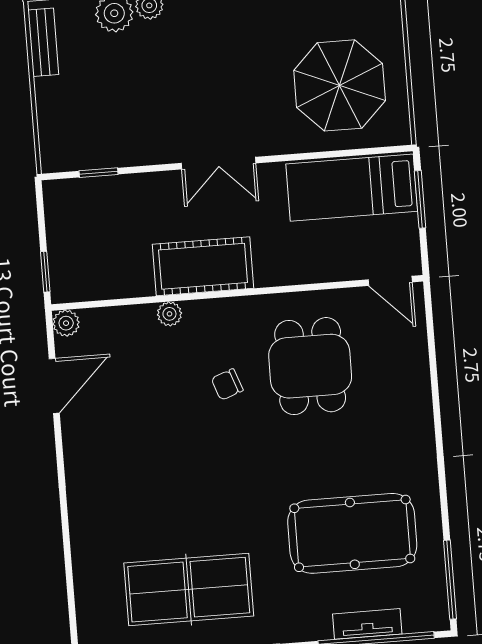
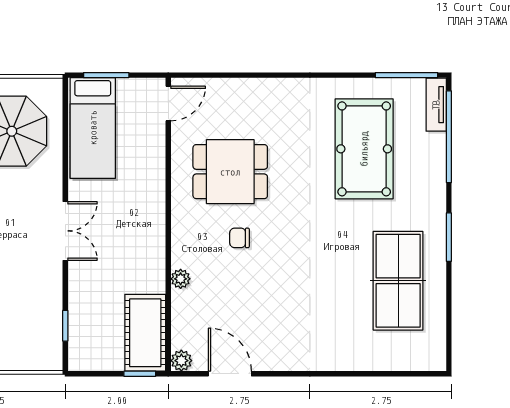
cot: (203, 266) -> (145, 333), moved
chair: (227, 384) -> (239, 238), turned 110
tv unit: (367, 624) -> (436, 105), moved

